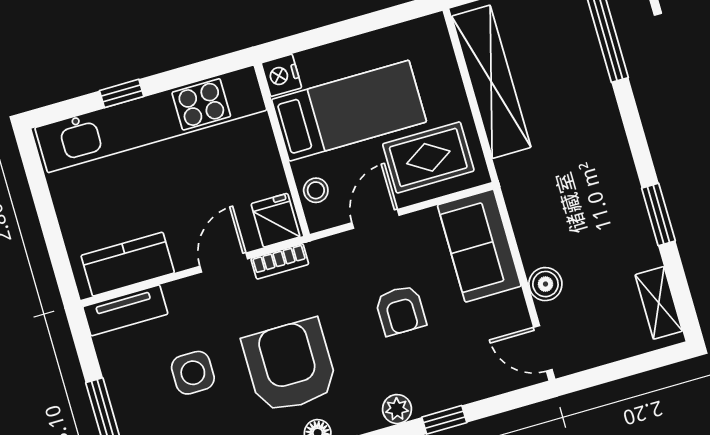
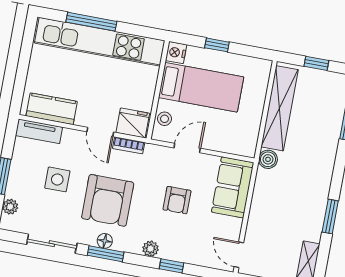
window: (341, 31) -> (217, 45), added
window: (122, 93) -> (91, 22), width x2.17
rug: (428, 157) -> (229, 130), removed
fridge: (275, 220) -> (133, 123), width x1.38
door: (224, 262) -> (100, 132), swing flipped
boiler: (545, 284) -> (268, 159), moved
armchair: (290, 366) -> (108, 200), turned 180

